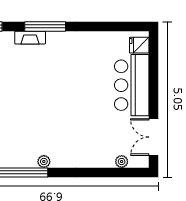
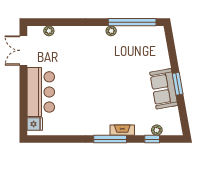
double door: (153, 137) -> (23, 50), swing flipped

